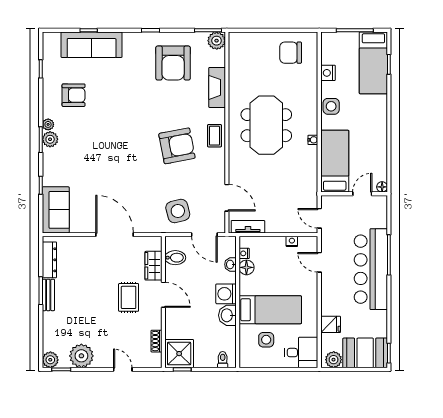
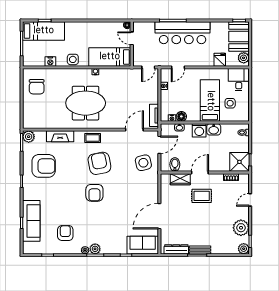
armchair: (133, 138) -> (94, 193), added
door: (115, 235) -> (159, 216), moved

